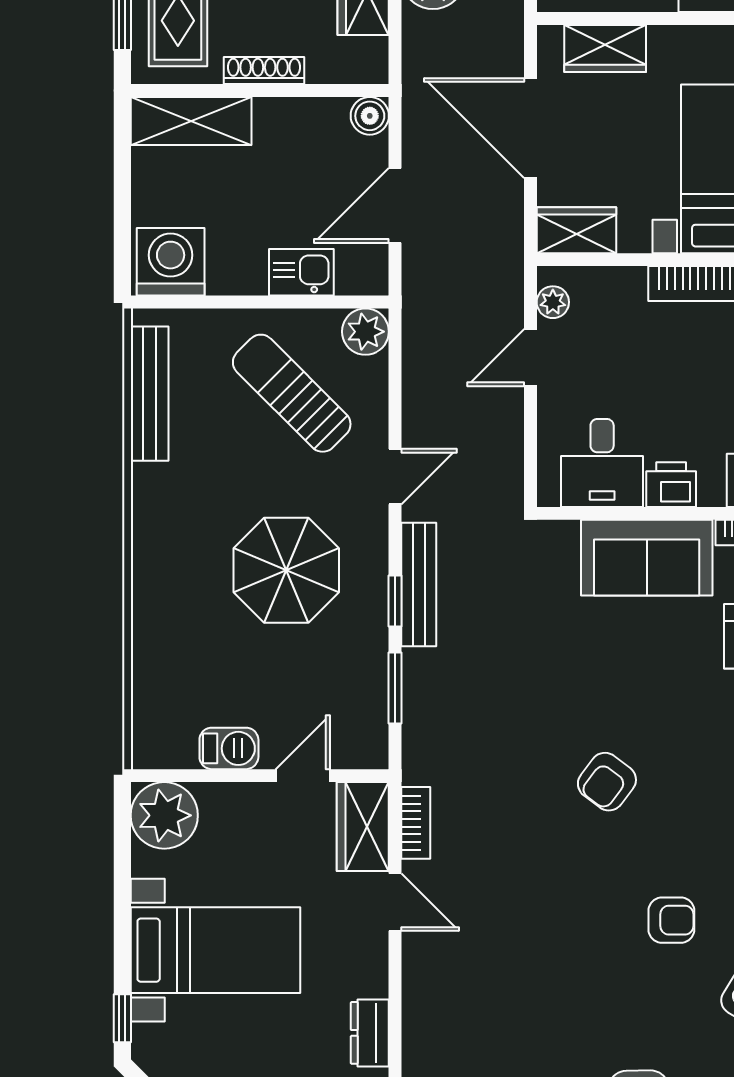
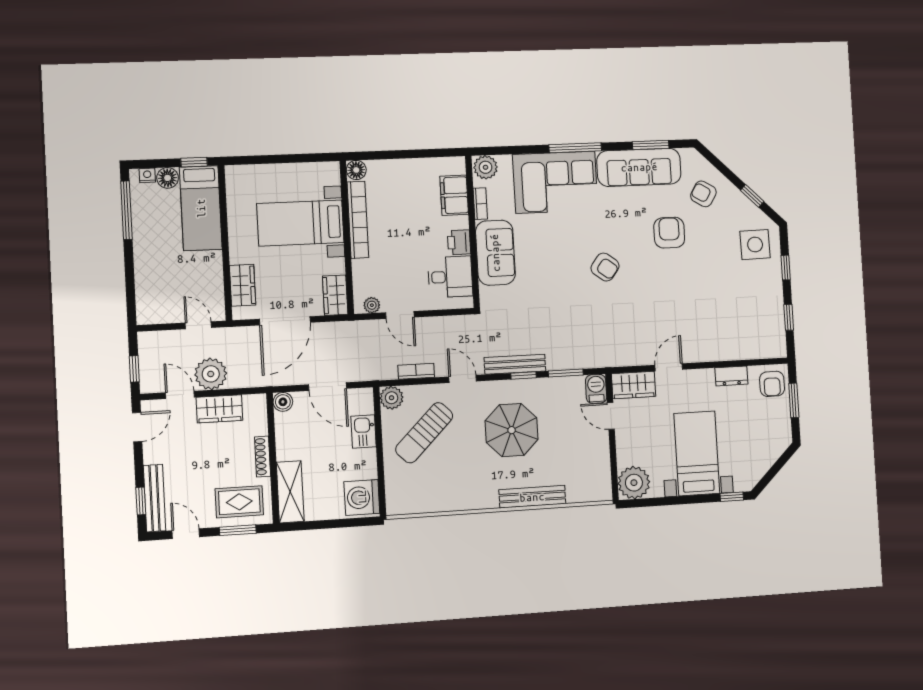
bench: (150, 394) -> (532, 497), moved
barbecue: (229, 748) -> (596, 389), moved
bookcase: (416, 823) -> (416, 371), moved
armchair: (671, 920) -> (669, 233), width x1.38, depth x1.38

